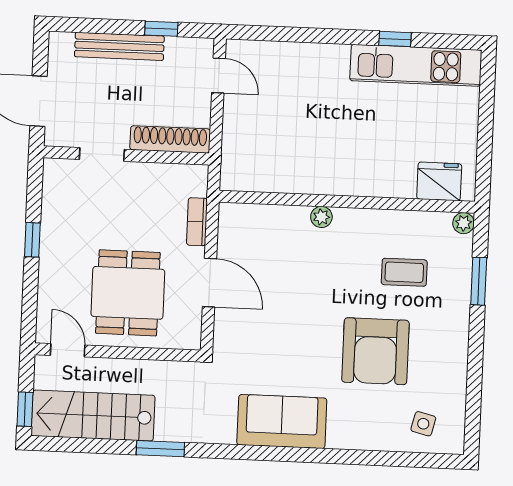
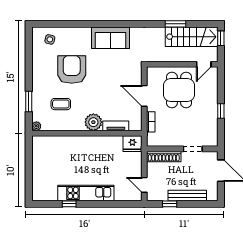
kitchen unit: (416, 65) -> (86, 193), moved
fridge: (439, 181) -> (132, 144), moved
tv unit: (279, 216) -> (116, 126), added
plant: (321, 217) -> (93, 122), width x1.88, depth x1.88
door: (68, 350) -> (204, 64), hinge flipped
window: (160, 449) -> (175, 24), moved

